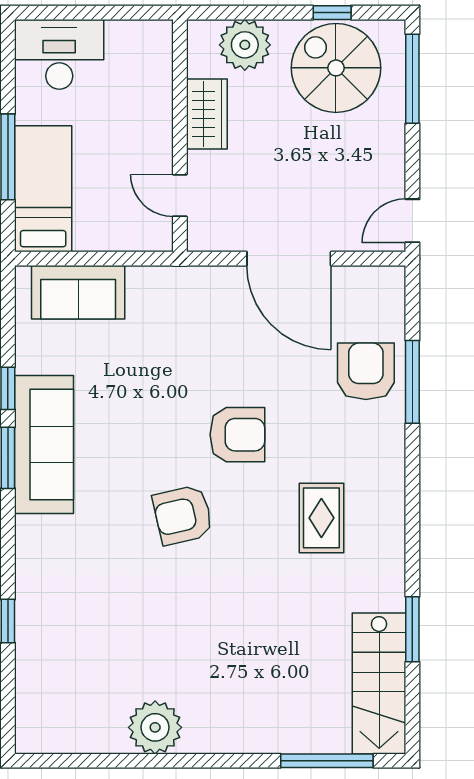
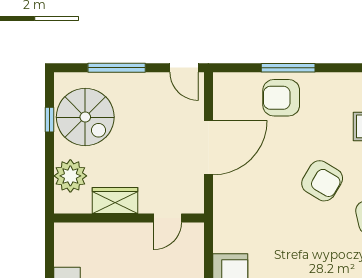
spiral stairs: (336, 68) -> (85, 117), turned -90
window: (412, 79) -> (117, 68), moved
armchair: (237, 435) -> (322, 181), turned 121

